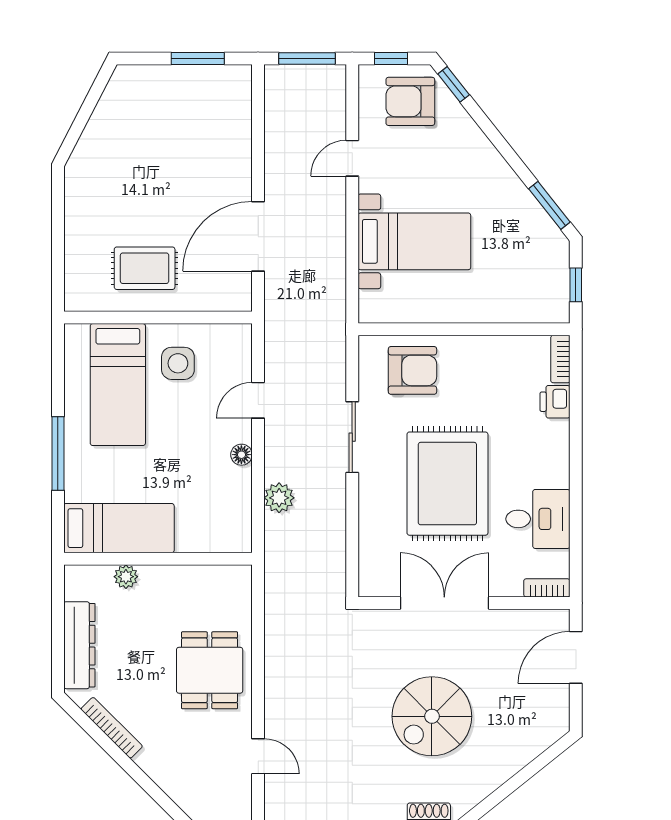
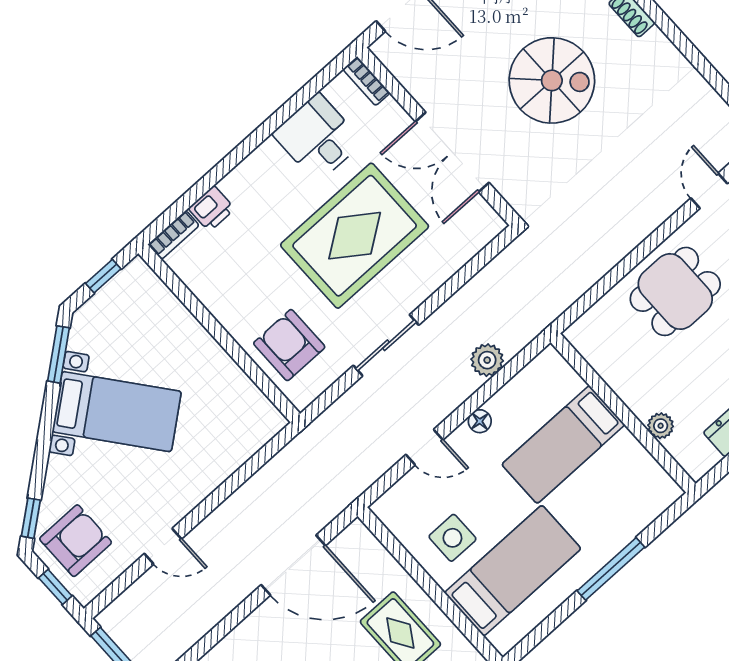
armchair: (410, 101) -> (76, 541), turned -90
bed with nightstands: (414, 241) -> (117, 412), moved, turned 142
bed: (119, 528) -> (563, 445), moved, turned -90

